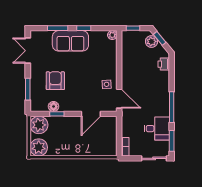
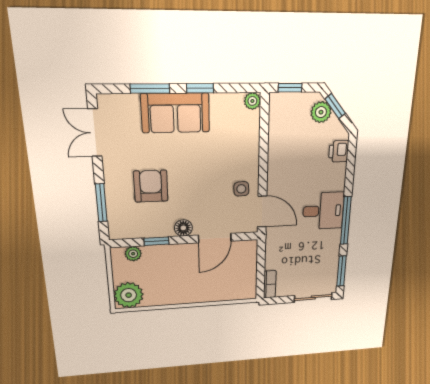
floor lamp: (54, 106) -> (183, 228), moved
plant: (39, 125) -> (133, 254), width x0.53, depth x0.53
desk: (157, 129) -> (323, 211), moved

